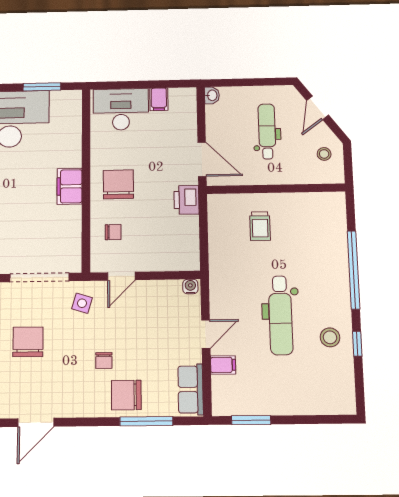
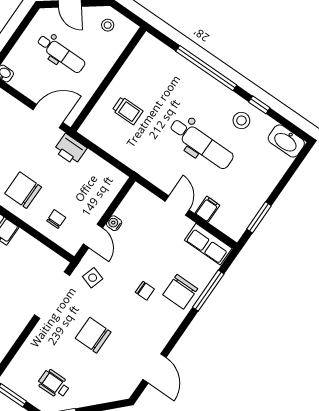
dental chair: (267, 131) -> (61, 54), turned 180
water cooler: (190, 287) -> (114, 223), moved
washbasin: (343, 394) -> (286, 141), added

